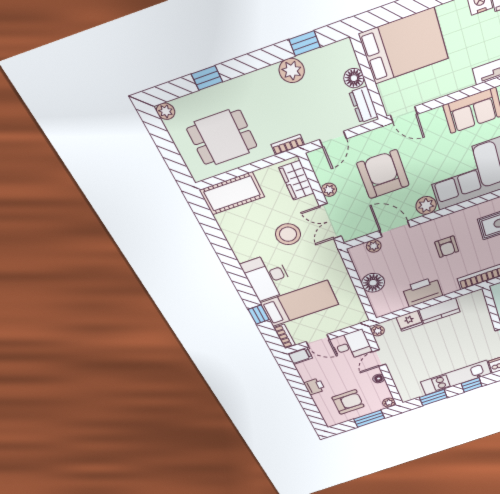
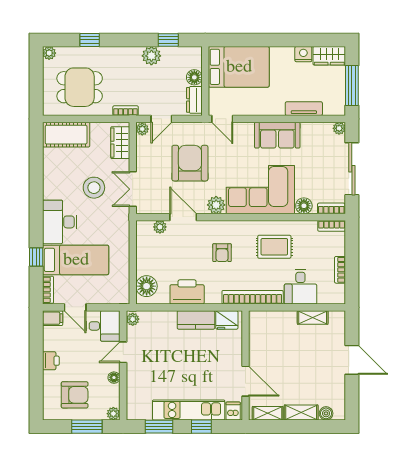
plant: (329, 190) -> (142, 129), moved
floor lamp: (373, 283) -> (147, 286), moved
fridge: (409, 321) -> (227, 320), moved

